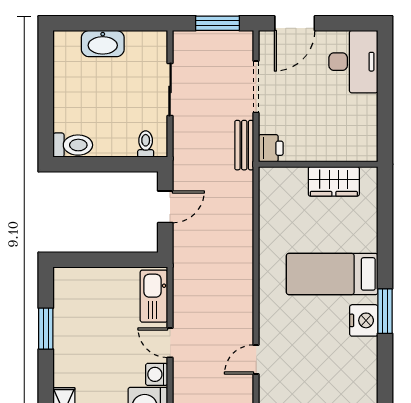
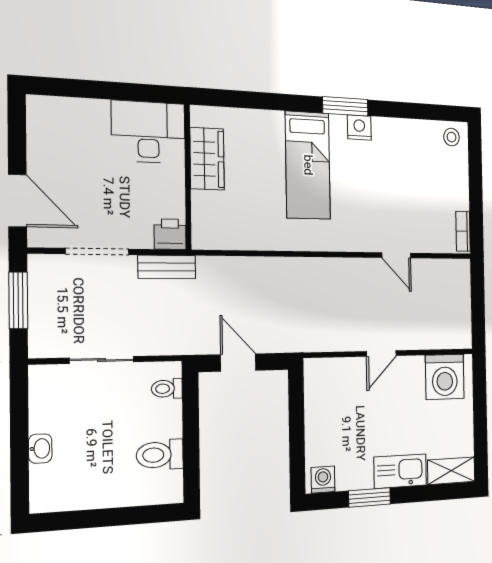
washbasin: (103, 44) -> (40, 448), width x0.52, depth x0.69
desk: (353, 62) -> (148, 132), moved
toilet: (73, 145) -> (160, 455), moved, turned -90
kitchen sink: (154, 296) -> (400, 471), moved, turned 180
nightstand: (364, 320) -> (359, 128), width x0.74, depth x0.75
washing machine: (157, 374) -> (323, 480), moved, turned 180

